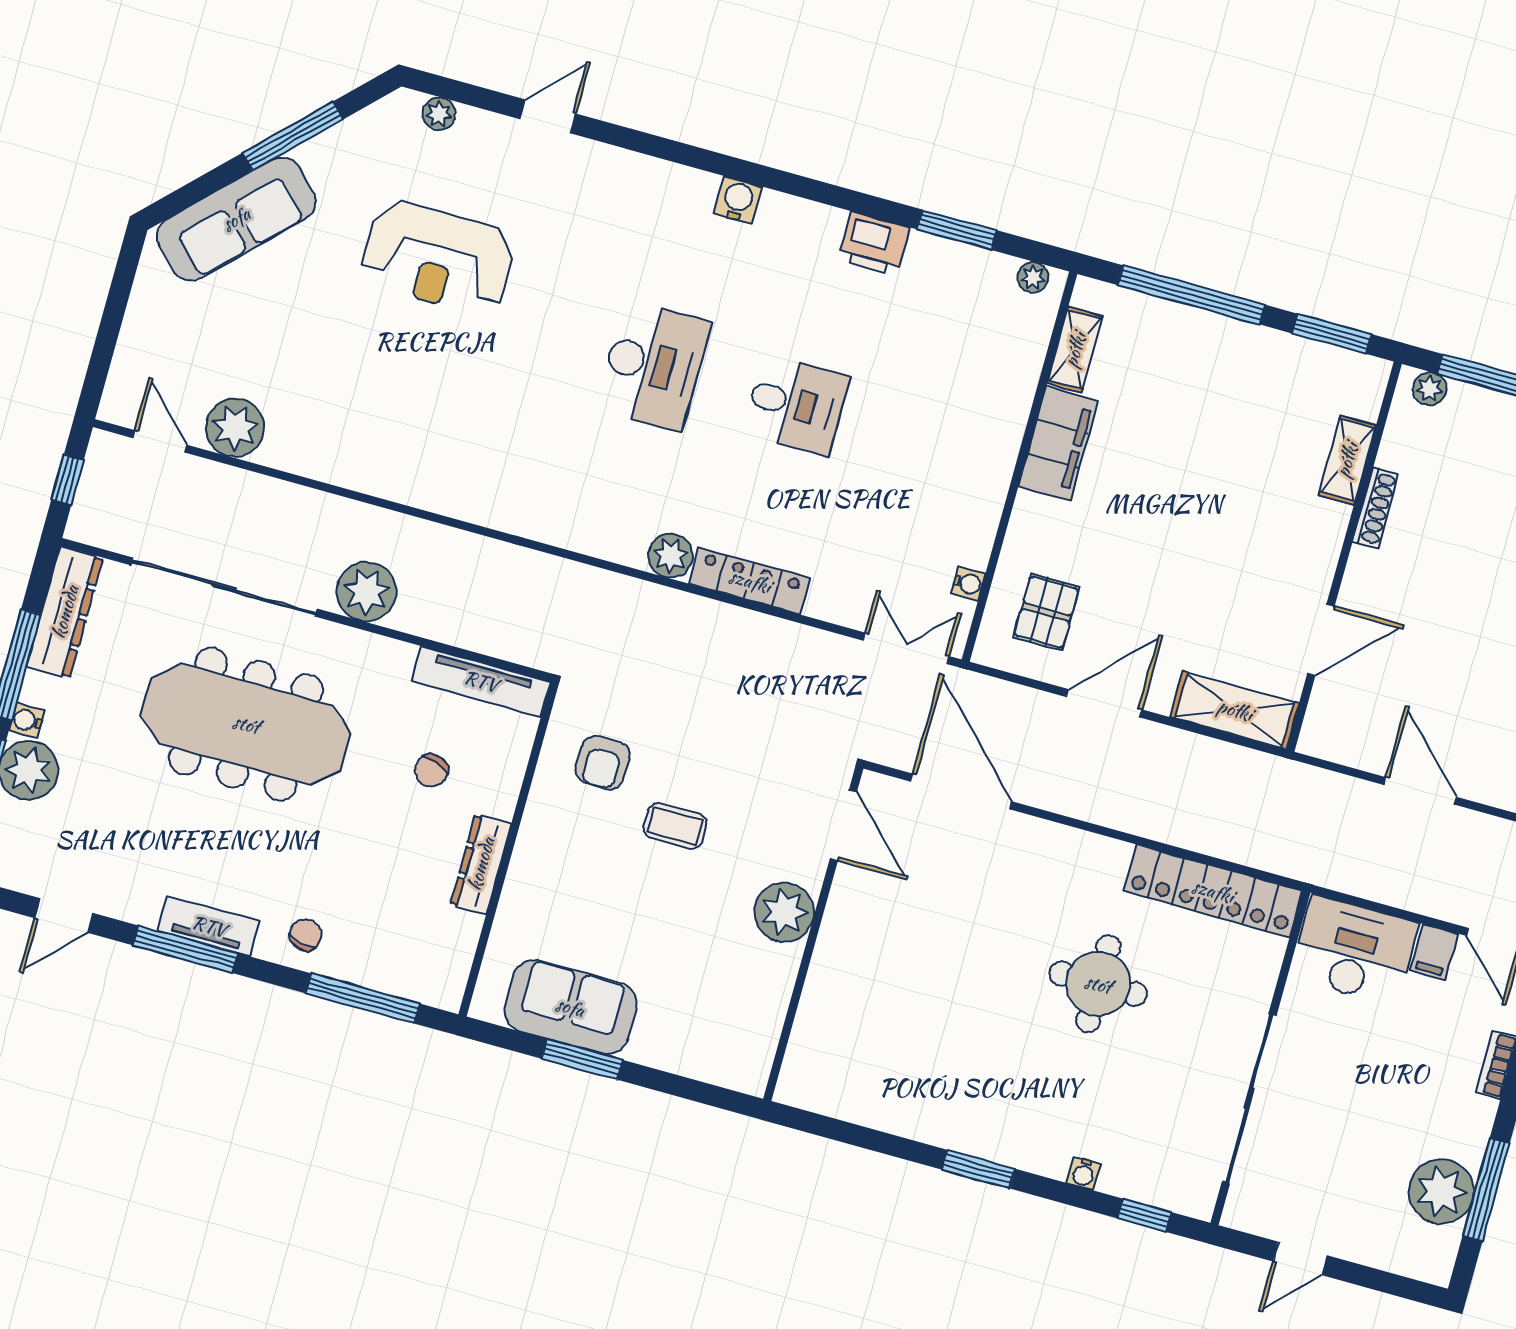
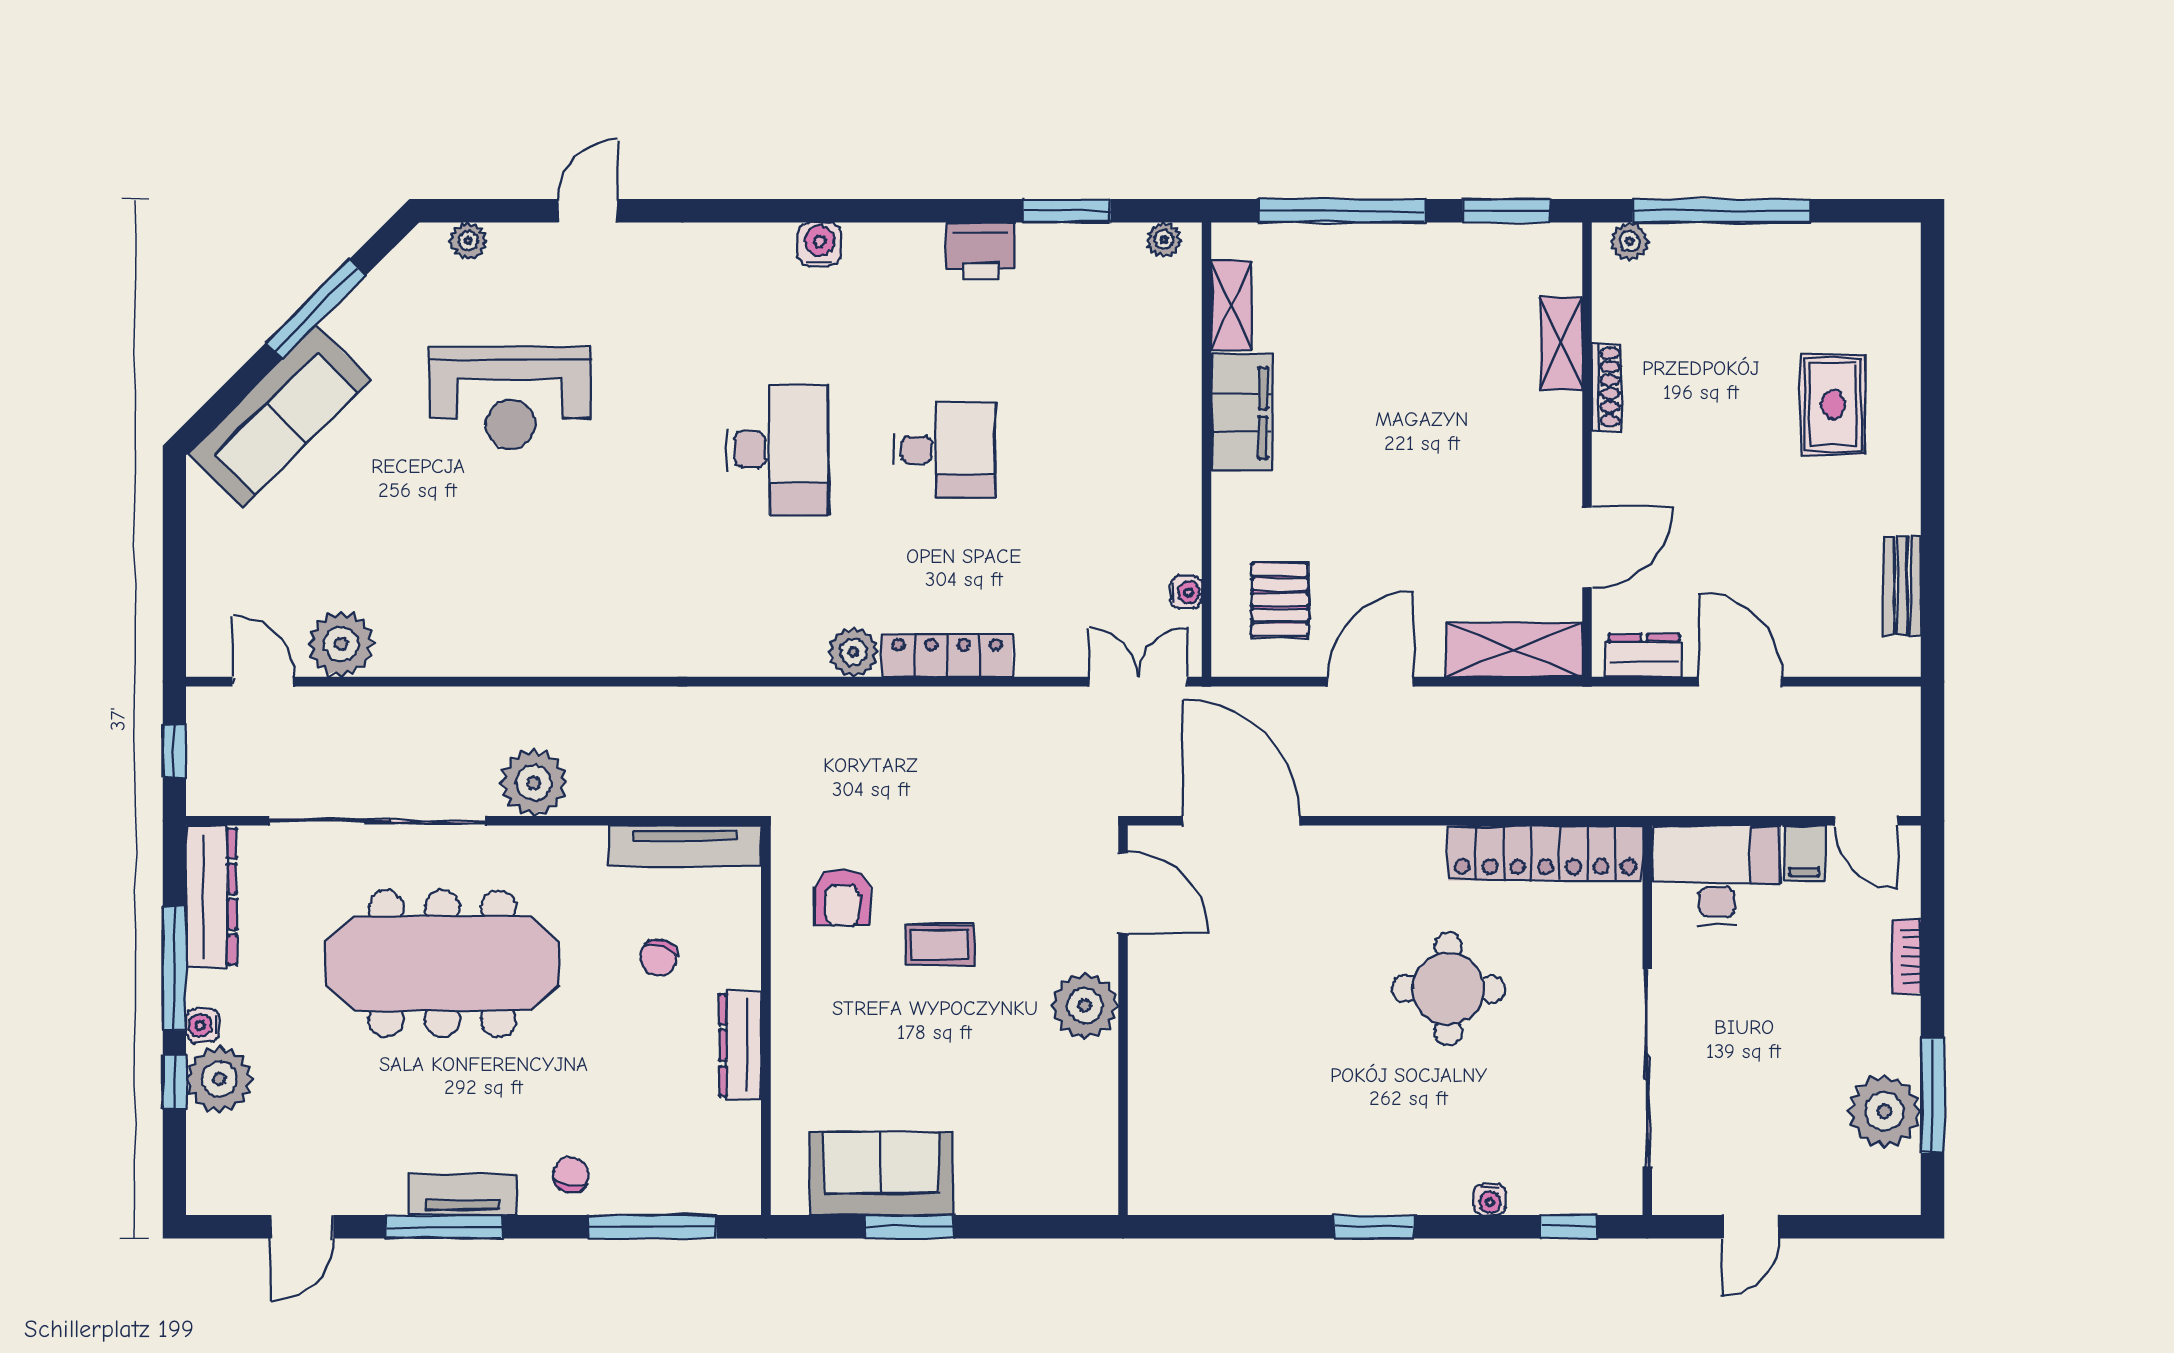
dresser: (1344, 746) -> (1644, 655), added

